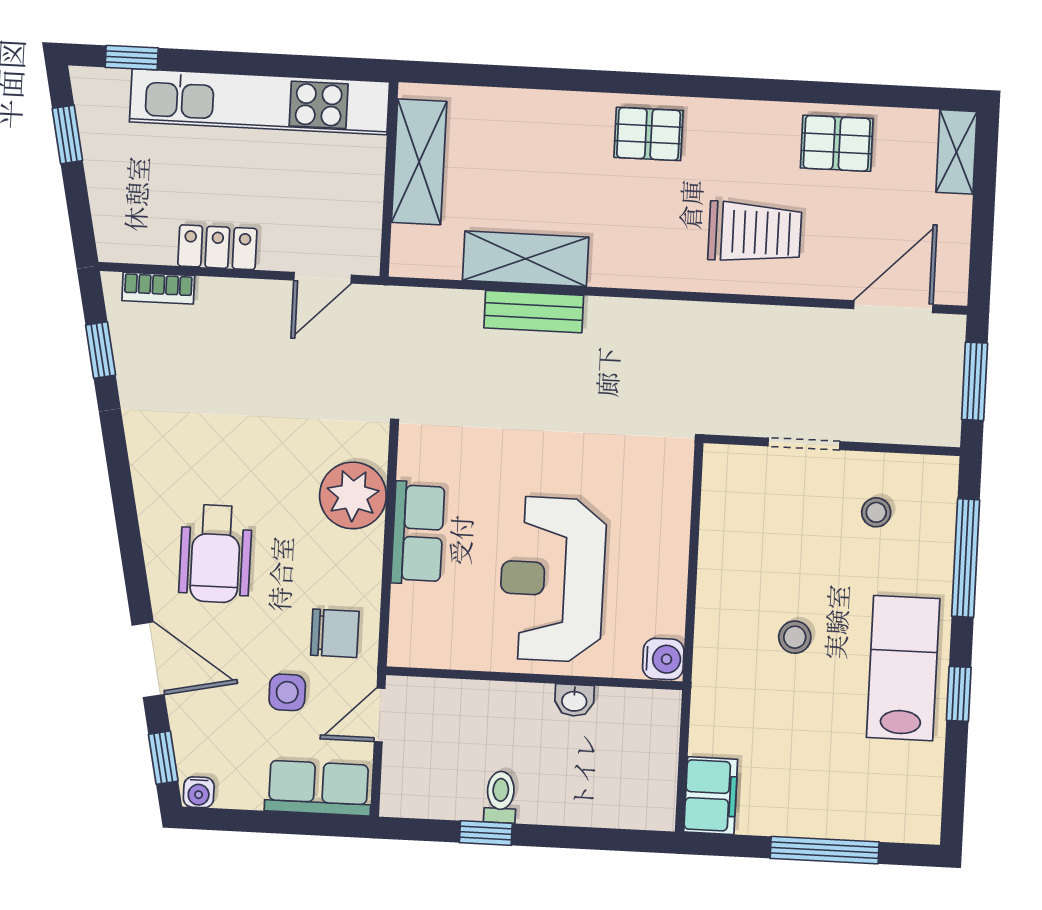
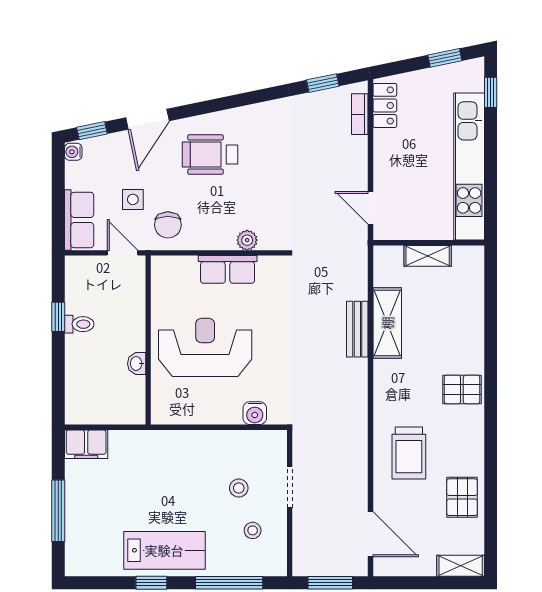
pallet: (649, 134) -> (462, 390), turned 90
shelving: (419, 162) -> (428, 256), width x0.67, depth x0.75
locker: (217, 247) -> (385, 105), moved
plant: (353, 495) -> (247, 240), width x0.53, depth x0.53
stool: (795, 637) -> (239, 488), moved
water cooler: (663, 659) -> (255, 413), moved

